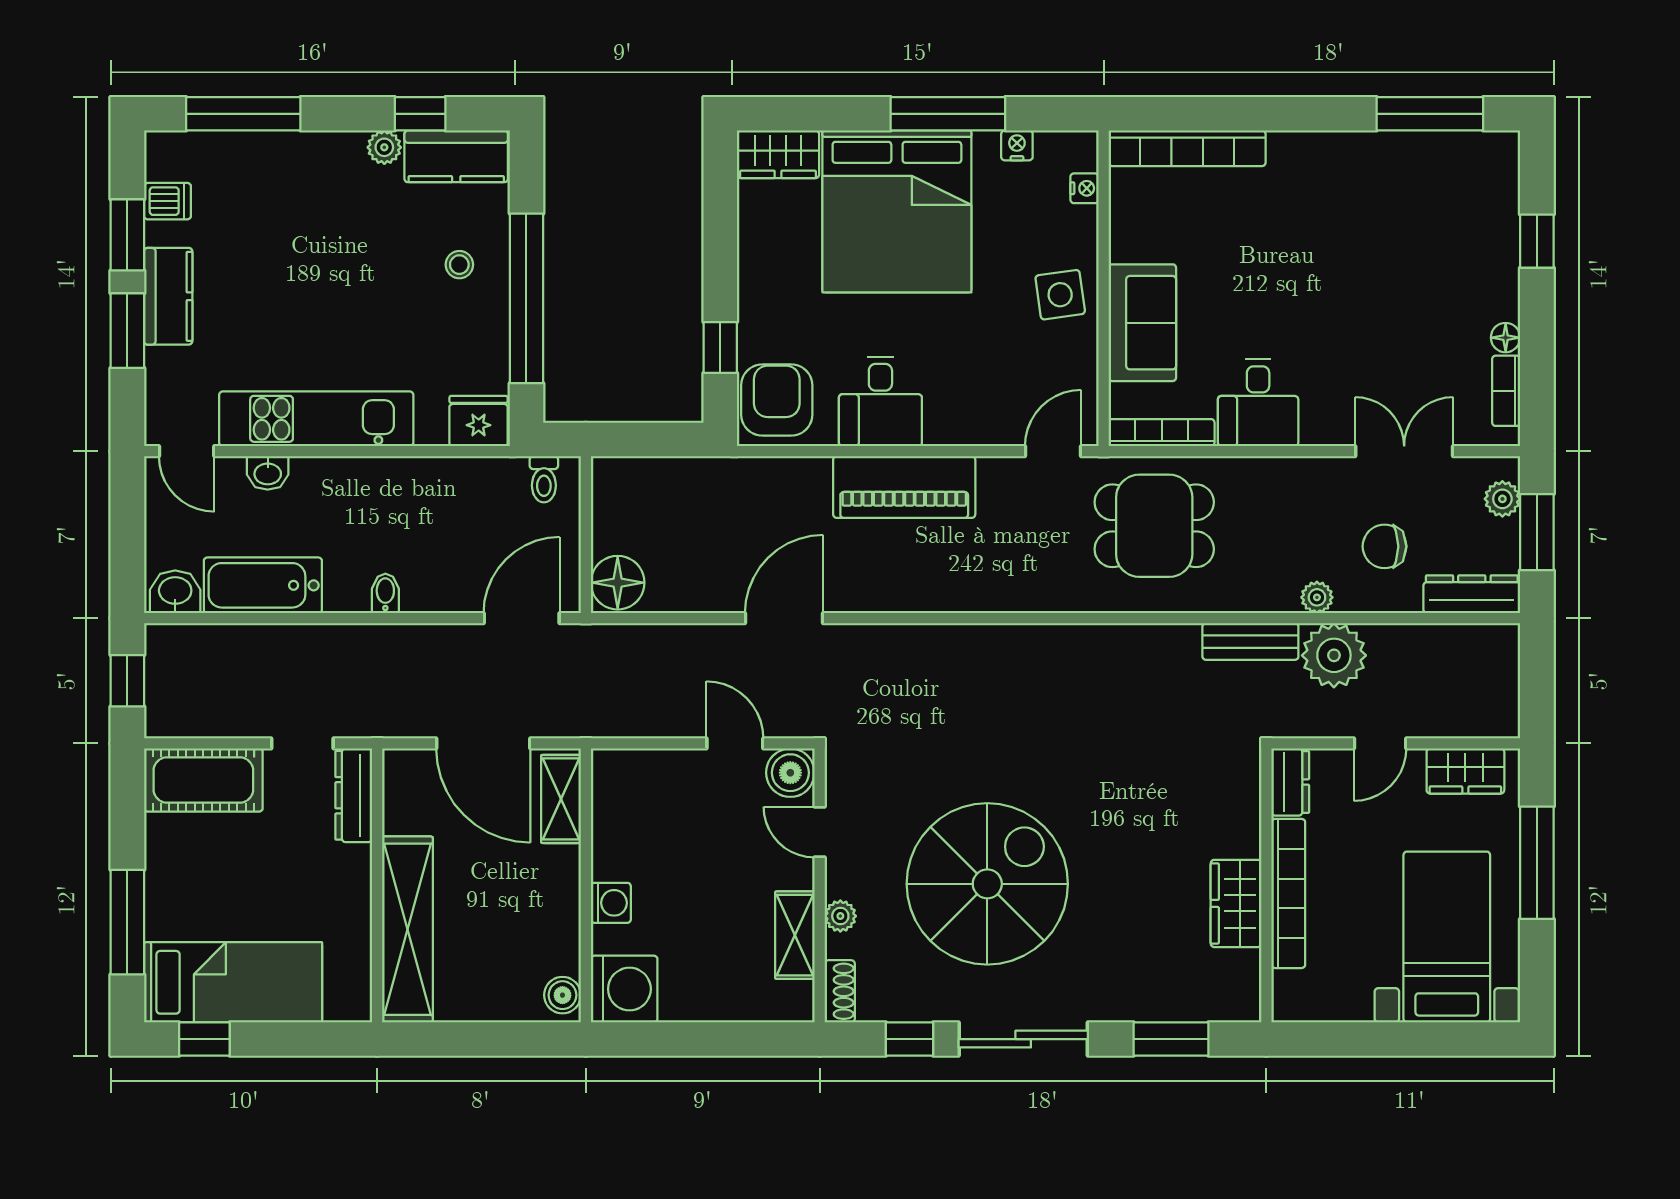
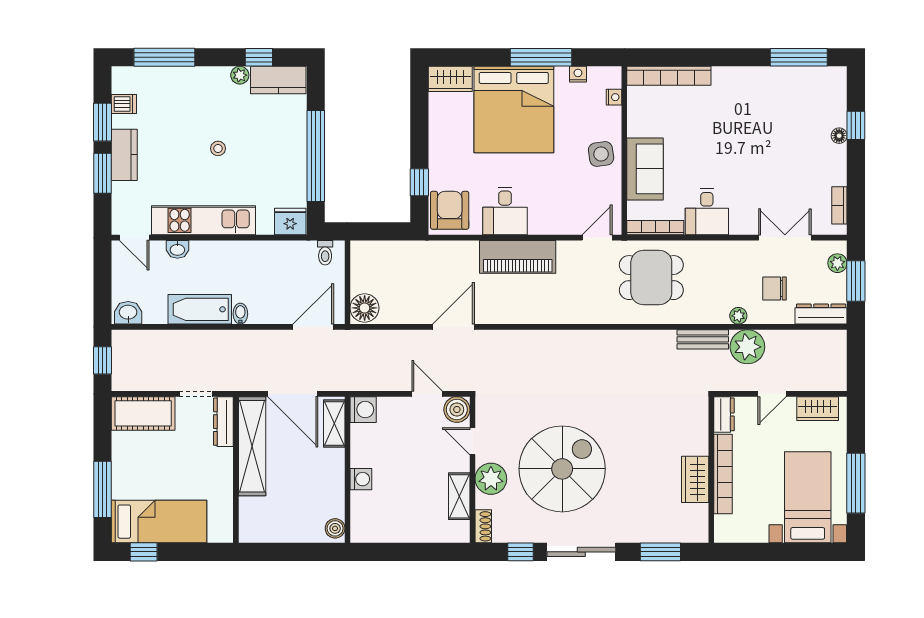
stool: (459, 265) -> (218, 148), moved
floor lamp: (1506, 338) -> (839, 136), moved
bathtub: (263, 585) -> (200, 309), moved
window: (1537, 863) -> (856, 483), moved
plant: (840, 916) -> (491, 479), width x1.88, depth x1.88
shelving: (407, 929) -> (252, 446), moved
washing machine: (624, 989) -> (363, 410), moved, width x0.73, depth x0.73

